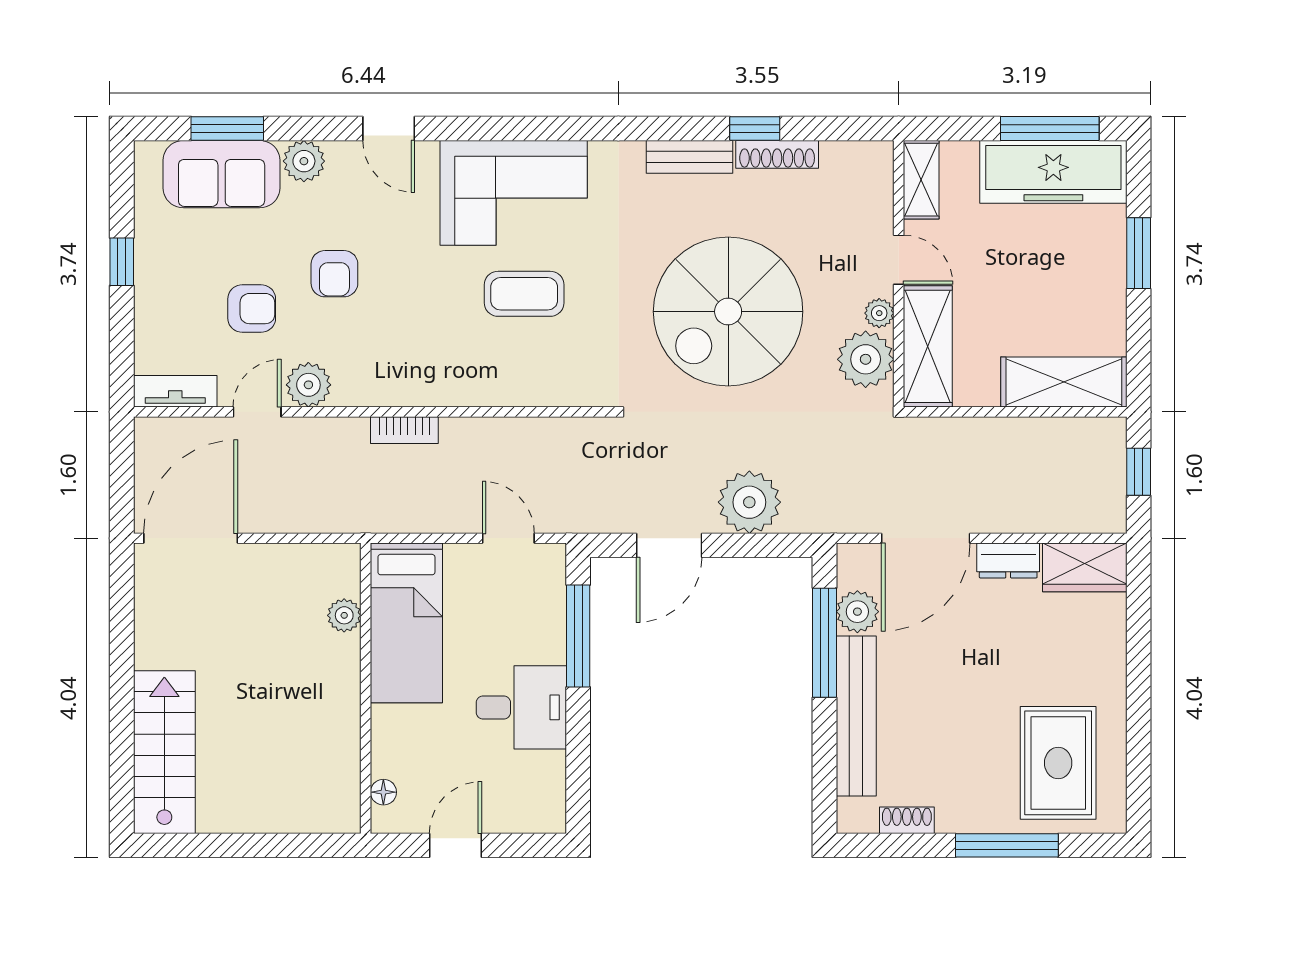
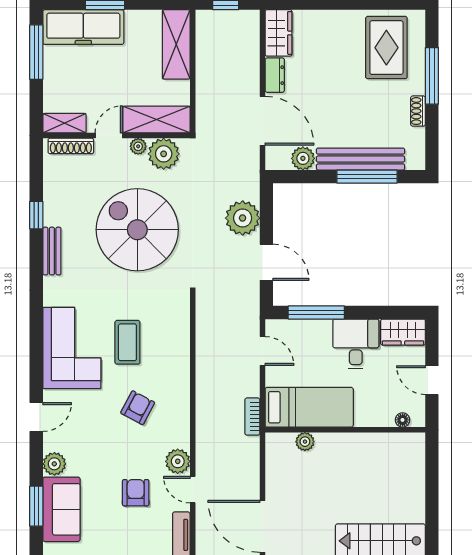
shoe rack: (777, 154) -> (71, 146), moved, turned 90
freezer: (1053, 172) -> (83, 27), moved, turned 90
armchair: (334, 274) -> (138, 408), moved, turned -62
spiral stairs: (728, 312) -> (137, 230), turned 180
bookcase: (404, 430) -> (252, 417), moved, turned 180
door: (508, 538) -> (262, 351), swing flipped
window: (824, 643) -> (367, 177), moved
rug: (1058, 763) -> (386, 48), turned 90
wardrobe: (543, 793) -> (403, 332), added
shoe rack: (907, 820) -> (418, 111), moved

